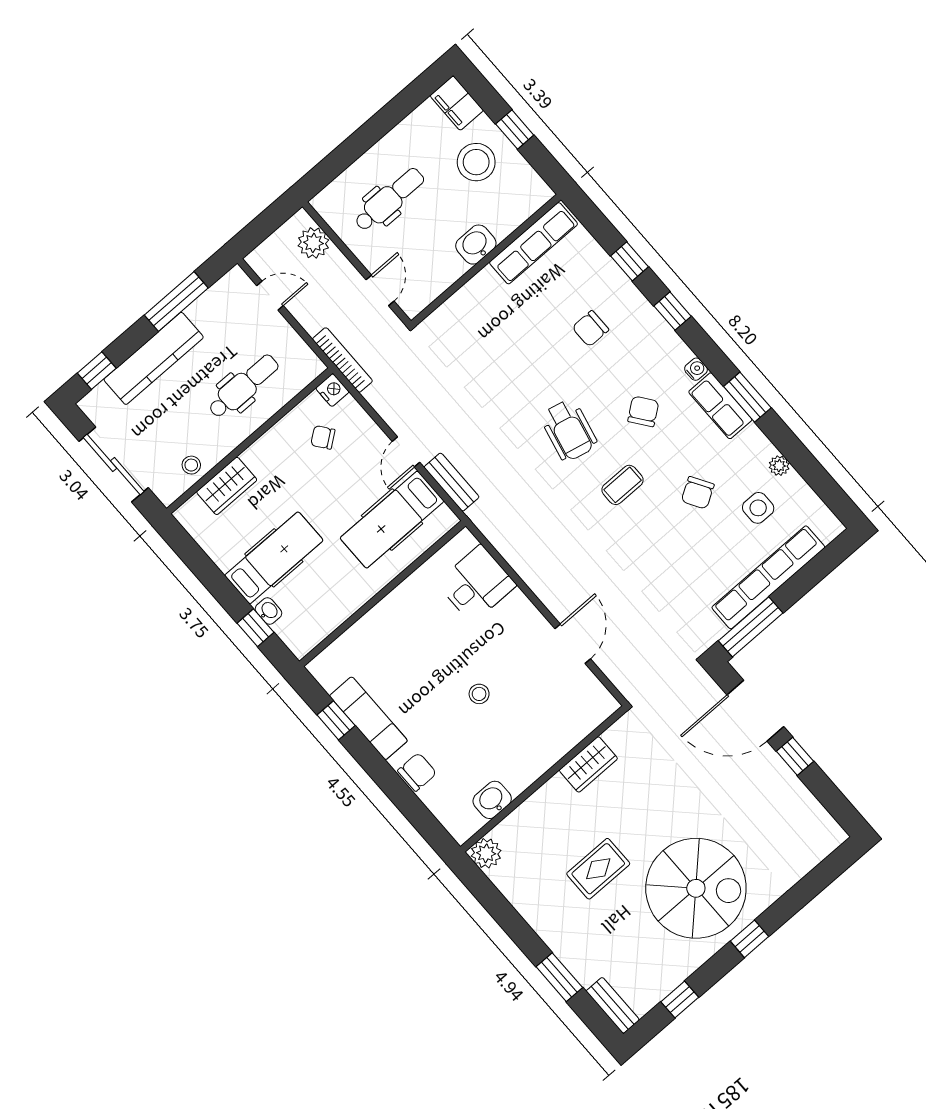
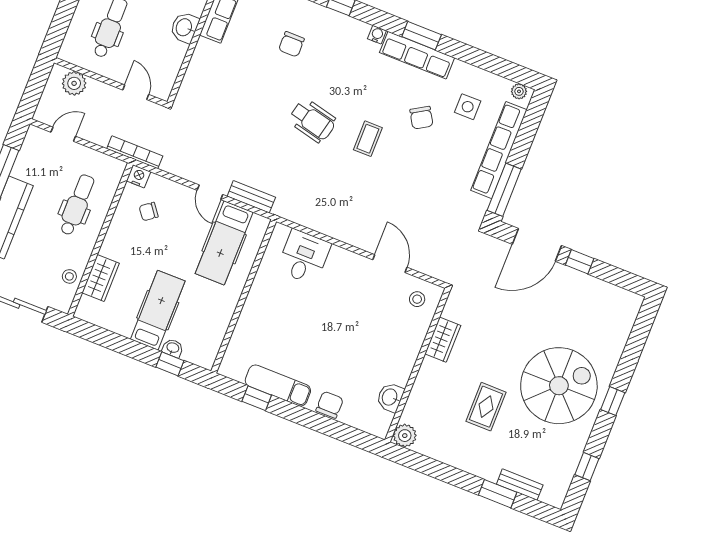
row of seats: (720, 406) -> (417, 55), width x1.48
chair: (643, 411) -> (356, 82), removed
plant: (779, 466) -> (519, 91), moved
stool: (479, 694) -> (417, 299), moved
bench: (613, 1005) -> (520, 485), moved

